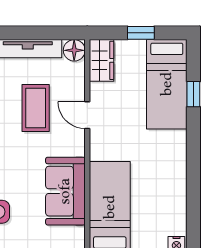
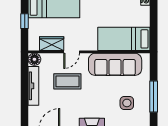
wardrobe: (102, 60) -> (52, 44), moved
sofa: (65, 191) -> (115, 64), width x1.36

